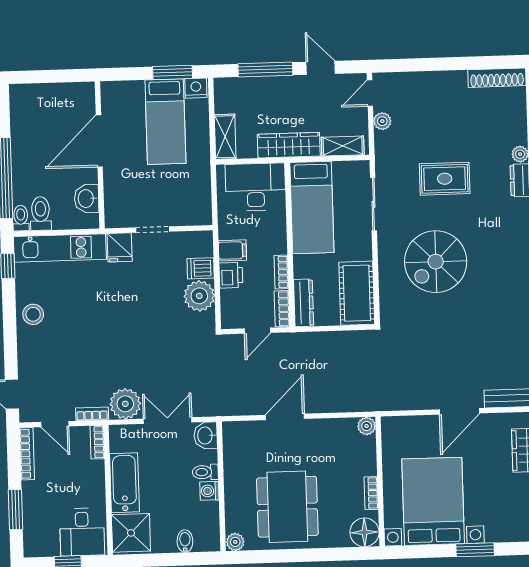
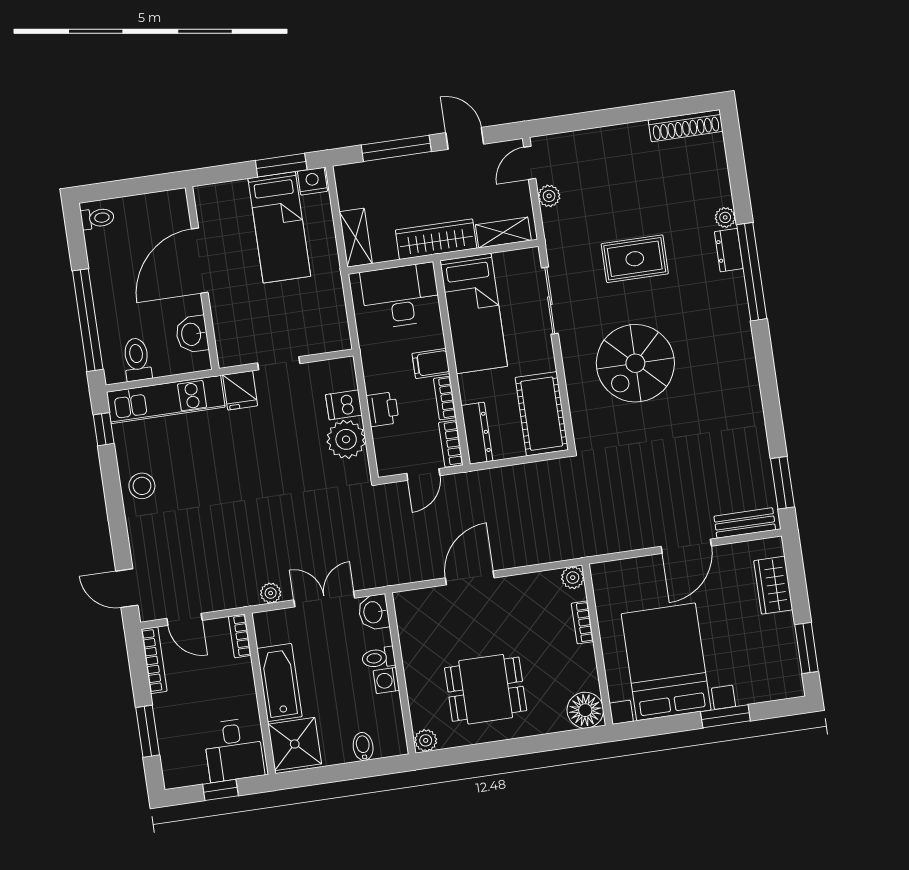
toilet: (21, 218) -> (97, 218), moved, turned 90
filing cabinet: (232, 250) -> (431, 363), moved, turned 180
plant: (125, 404) -> (271, 593), width x0.53, depth x0.53
bookcase: (92, 414) -> (229, 601), removed
bookcase: (371, 493) -> (582, 622), moved
dining table: (287, 507) -> (486, 689), width x0.73

